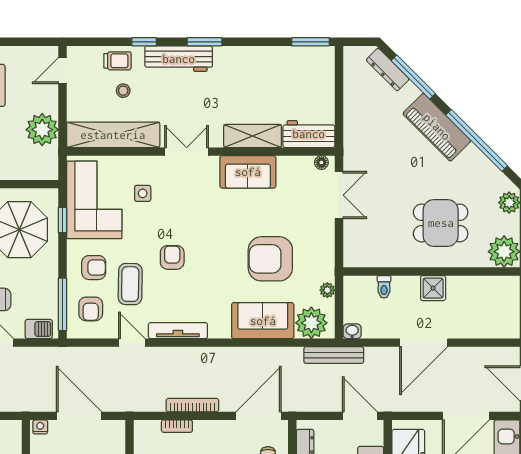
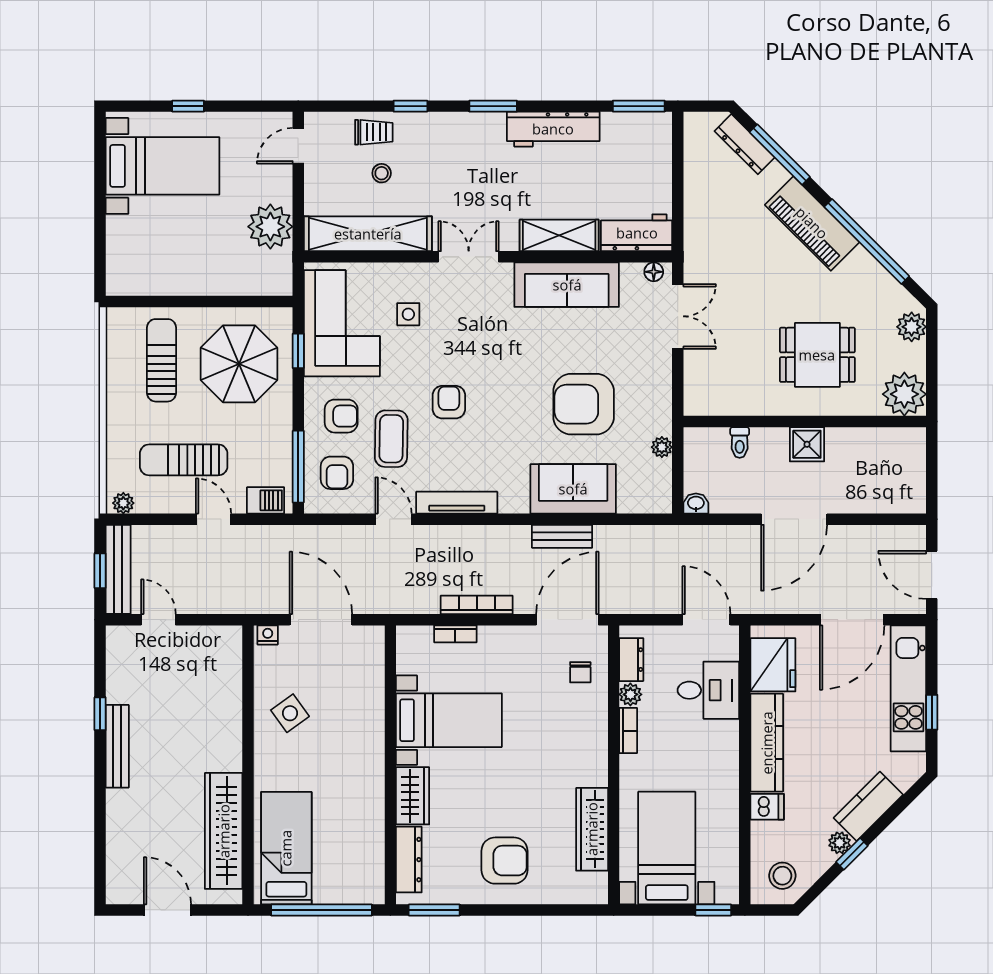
workbench: (179, 59) -> (553, 129), moved
sofa: (248, 172) -> (567, 285), width x1.36
plant: (311, 323) -> (640, 492), removed
bench: (334, 355) -> (562, 536), moved, width x0.73

